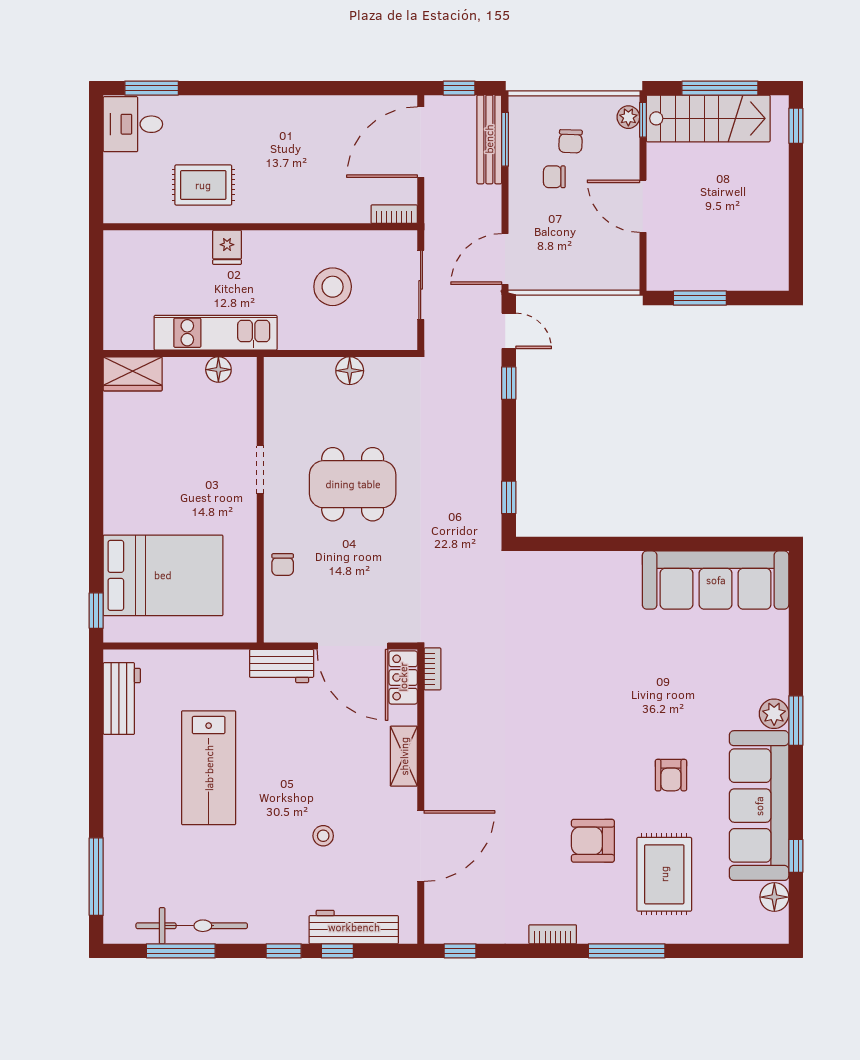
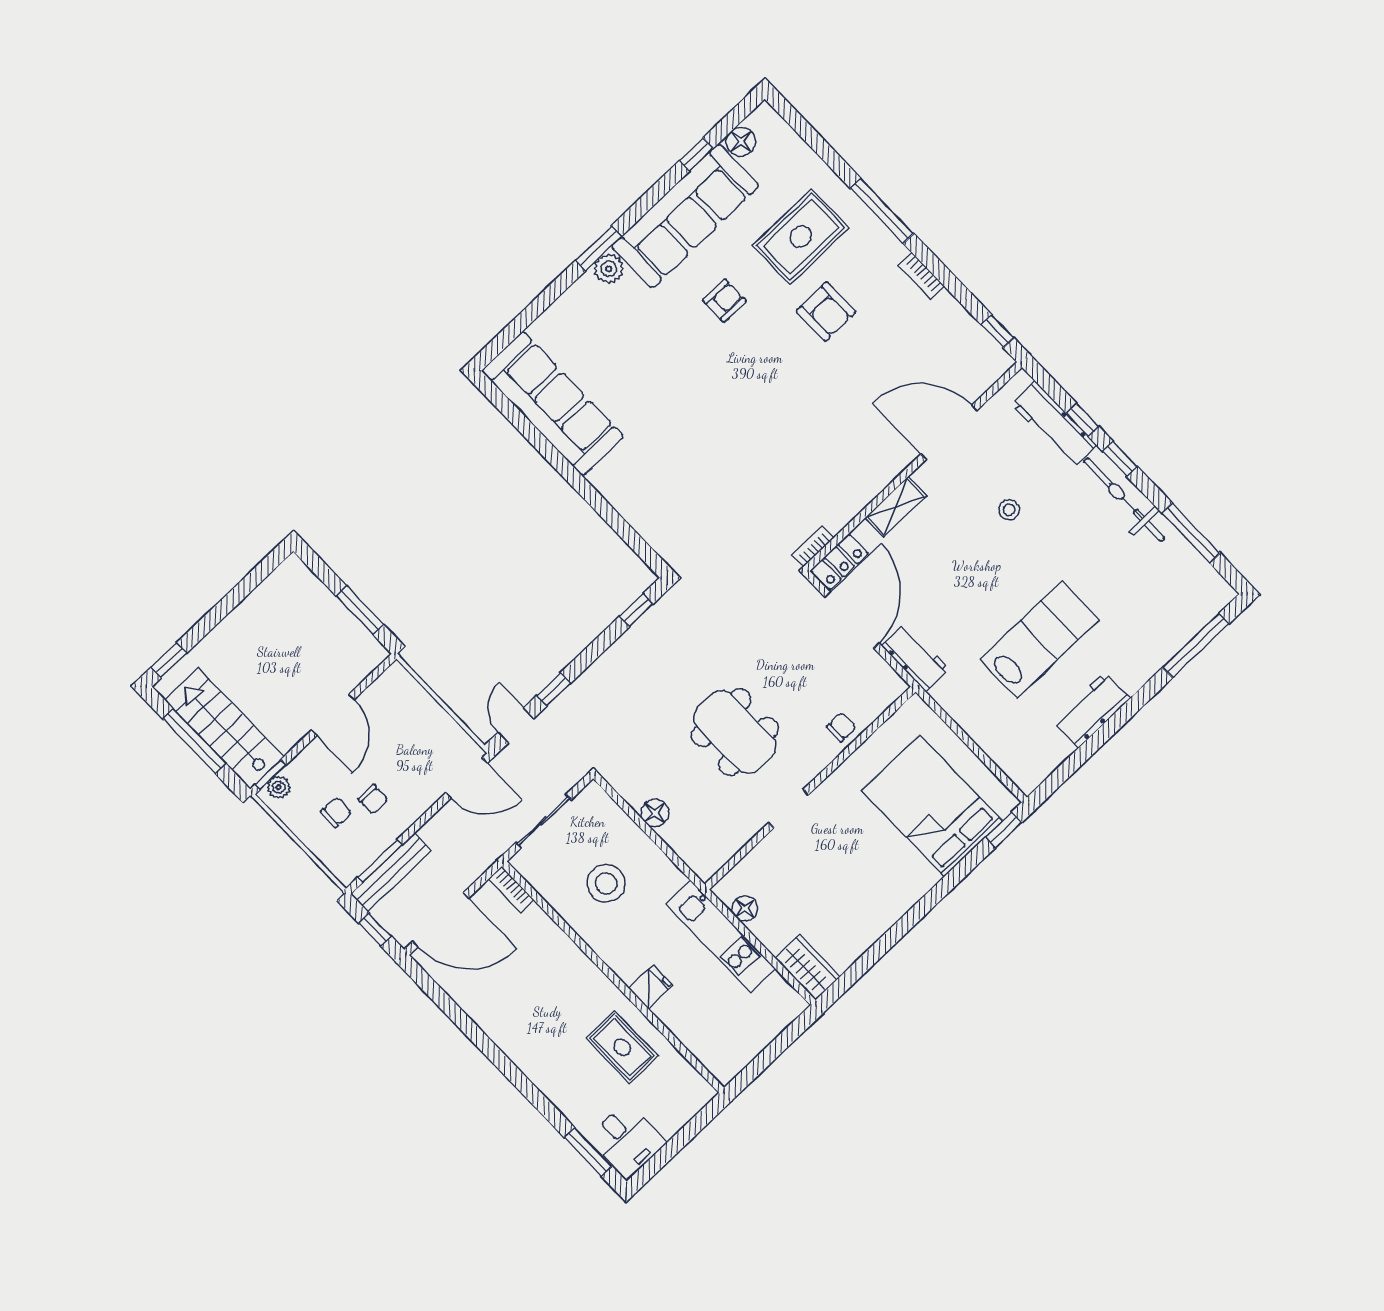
workbench: (122, 699) -> (1092, 710), moved
bicycle: (192, 926) -> (1124, 500), moved

